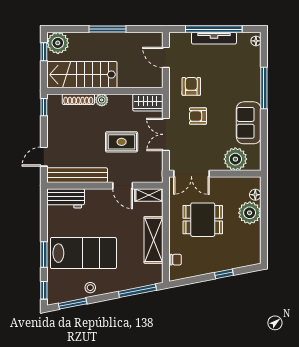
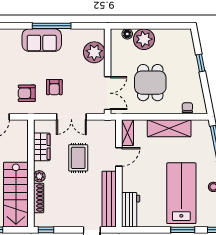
window: (264, 88) -> (52, 26), moved
wardrobe: (148, 102) -> (42, 147), moved
sofa: (249, 123) -> (42, 40), moved

